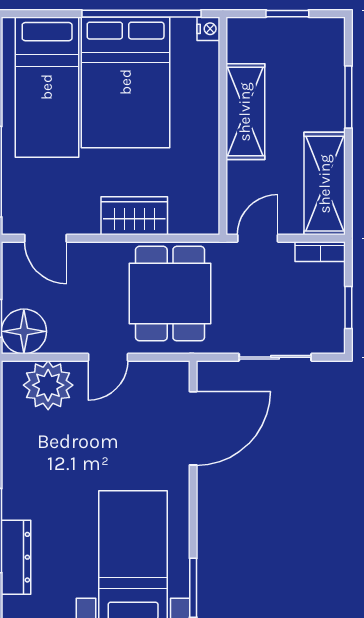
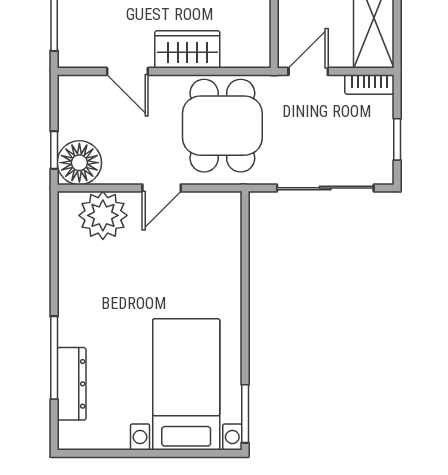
door: (45, 238) -> (127, 71), moved
sliding door: (275, 357) -> (325, 188), width x1.37
door: (193, 428) -> (245, 258), removed

